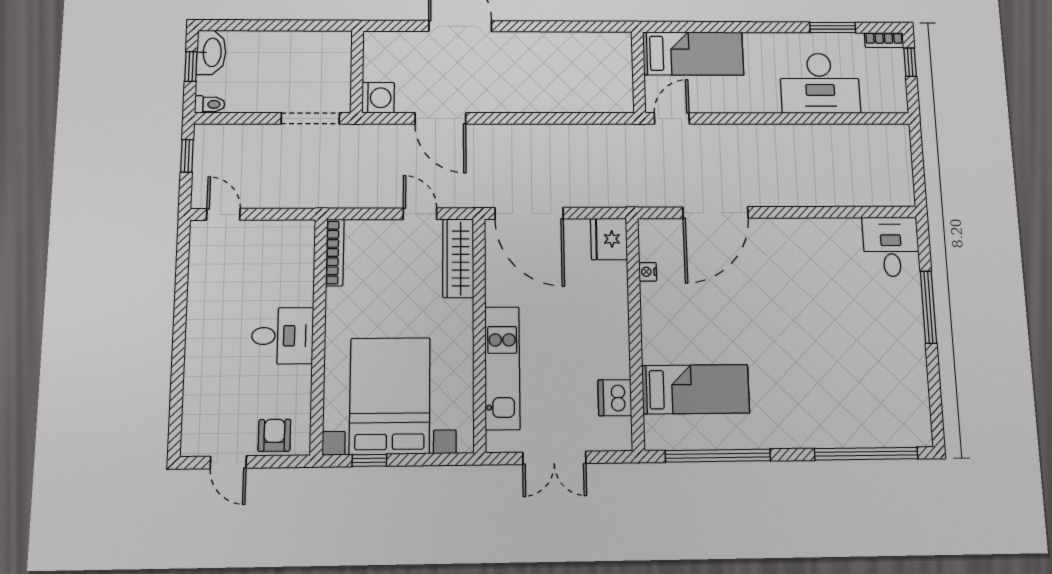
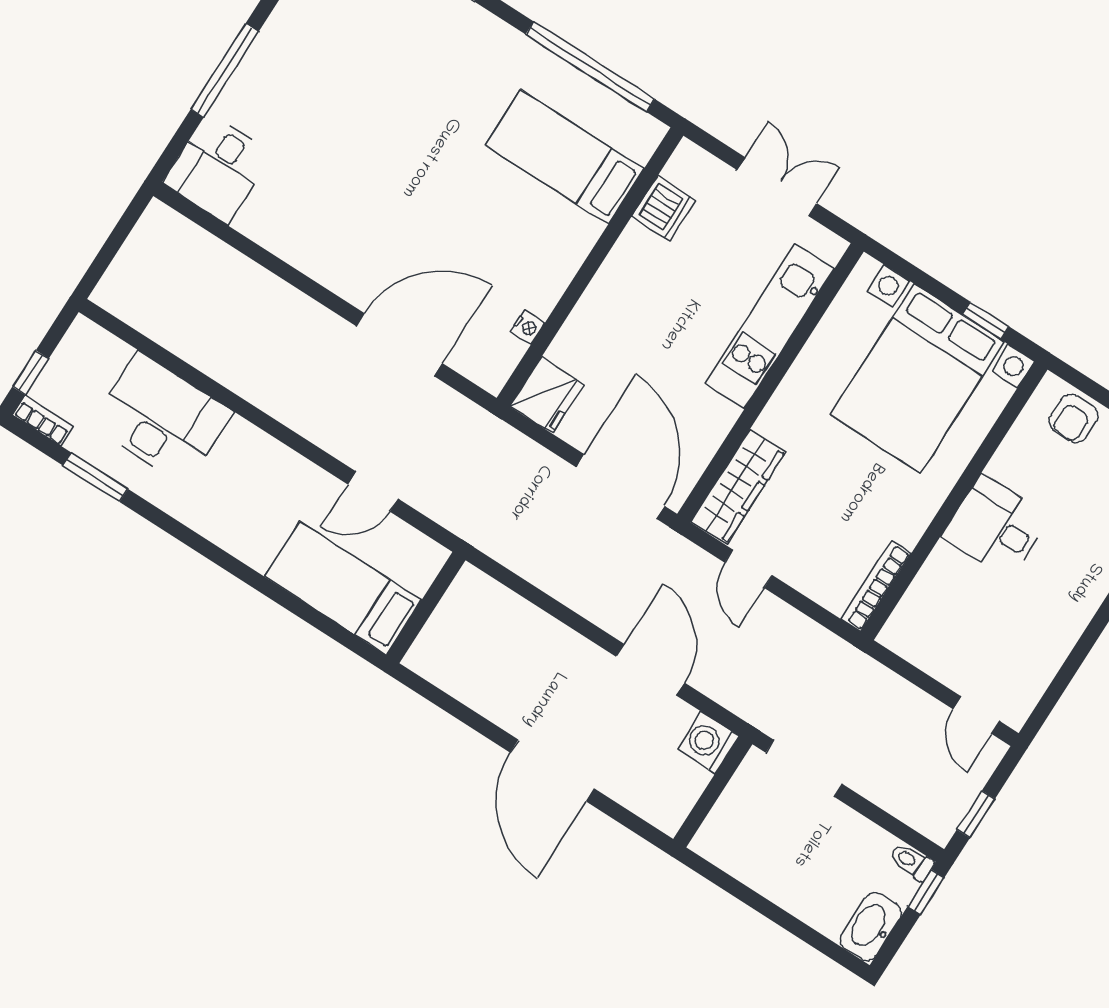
bed: (693, 53) -> (343, 588), moved
window: (191, 66) -> (926, 892), moved
wall: (638, 72) -> (426, 608), moved

